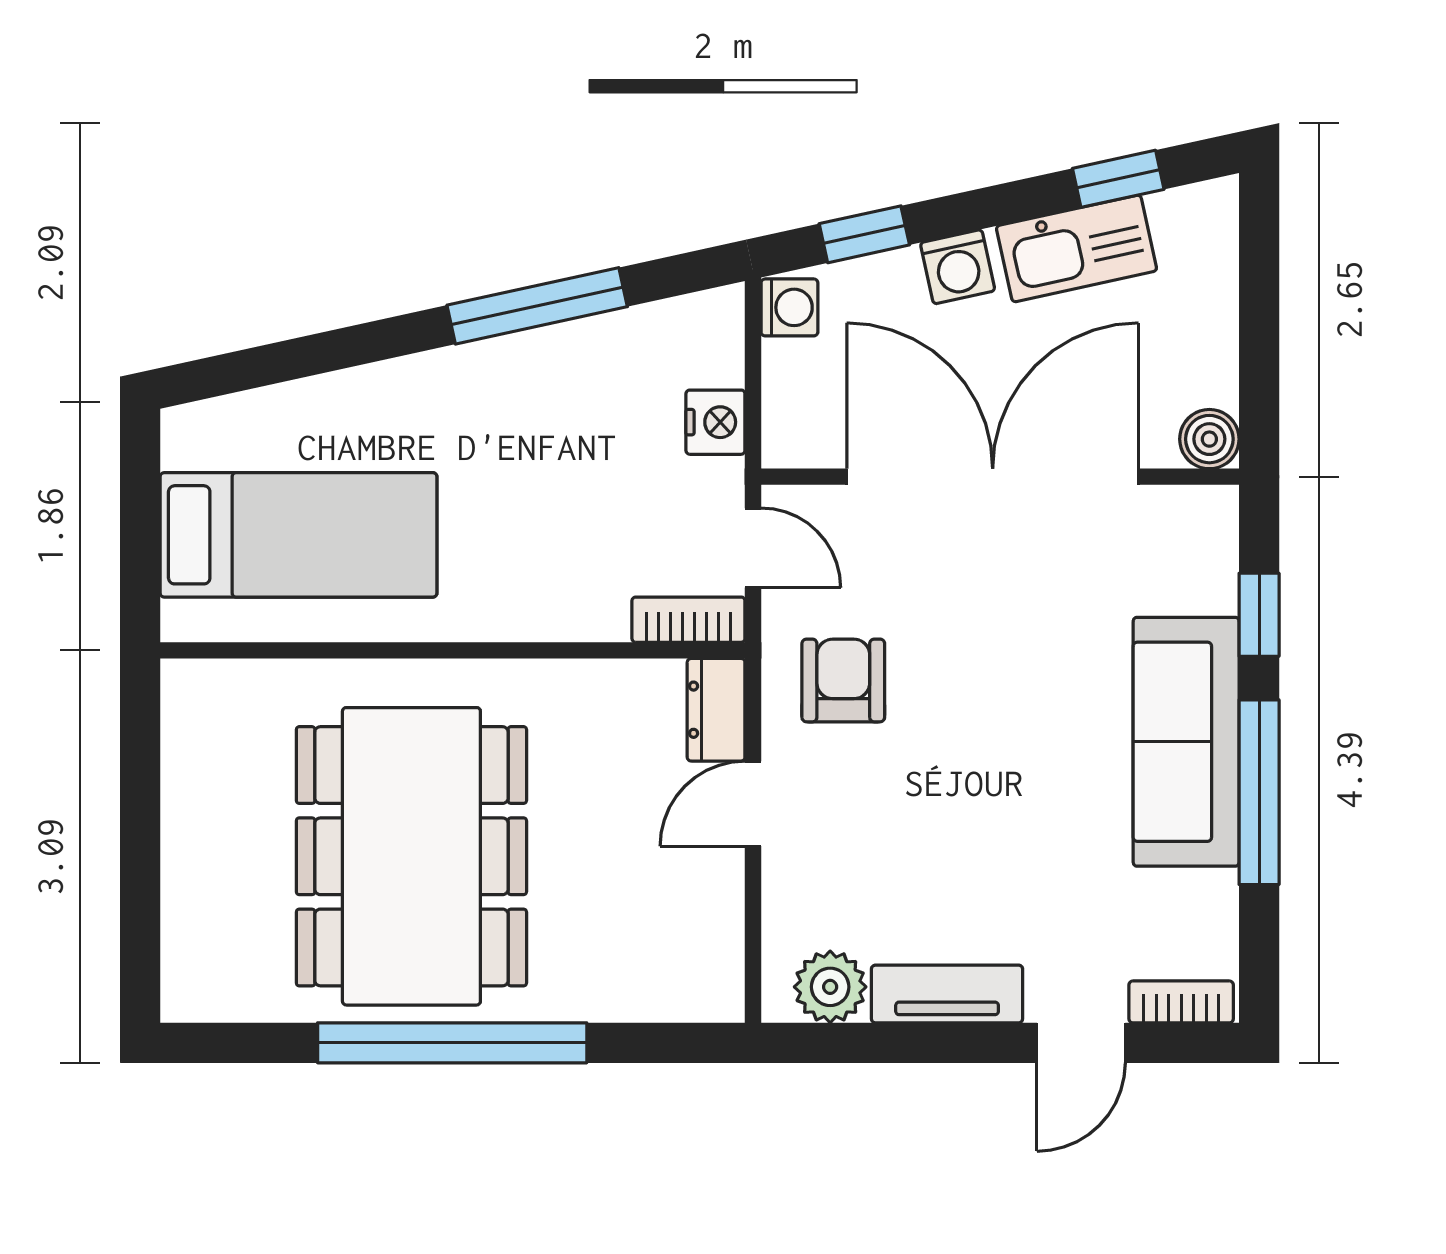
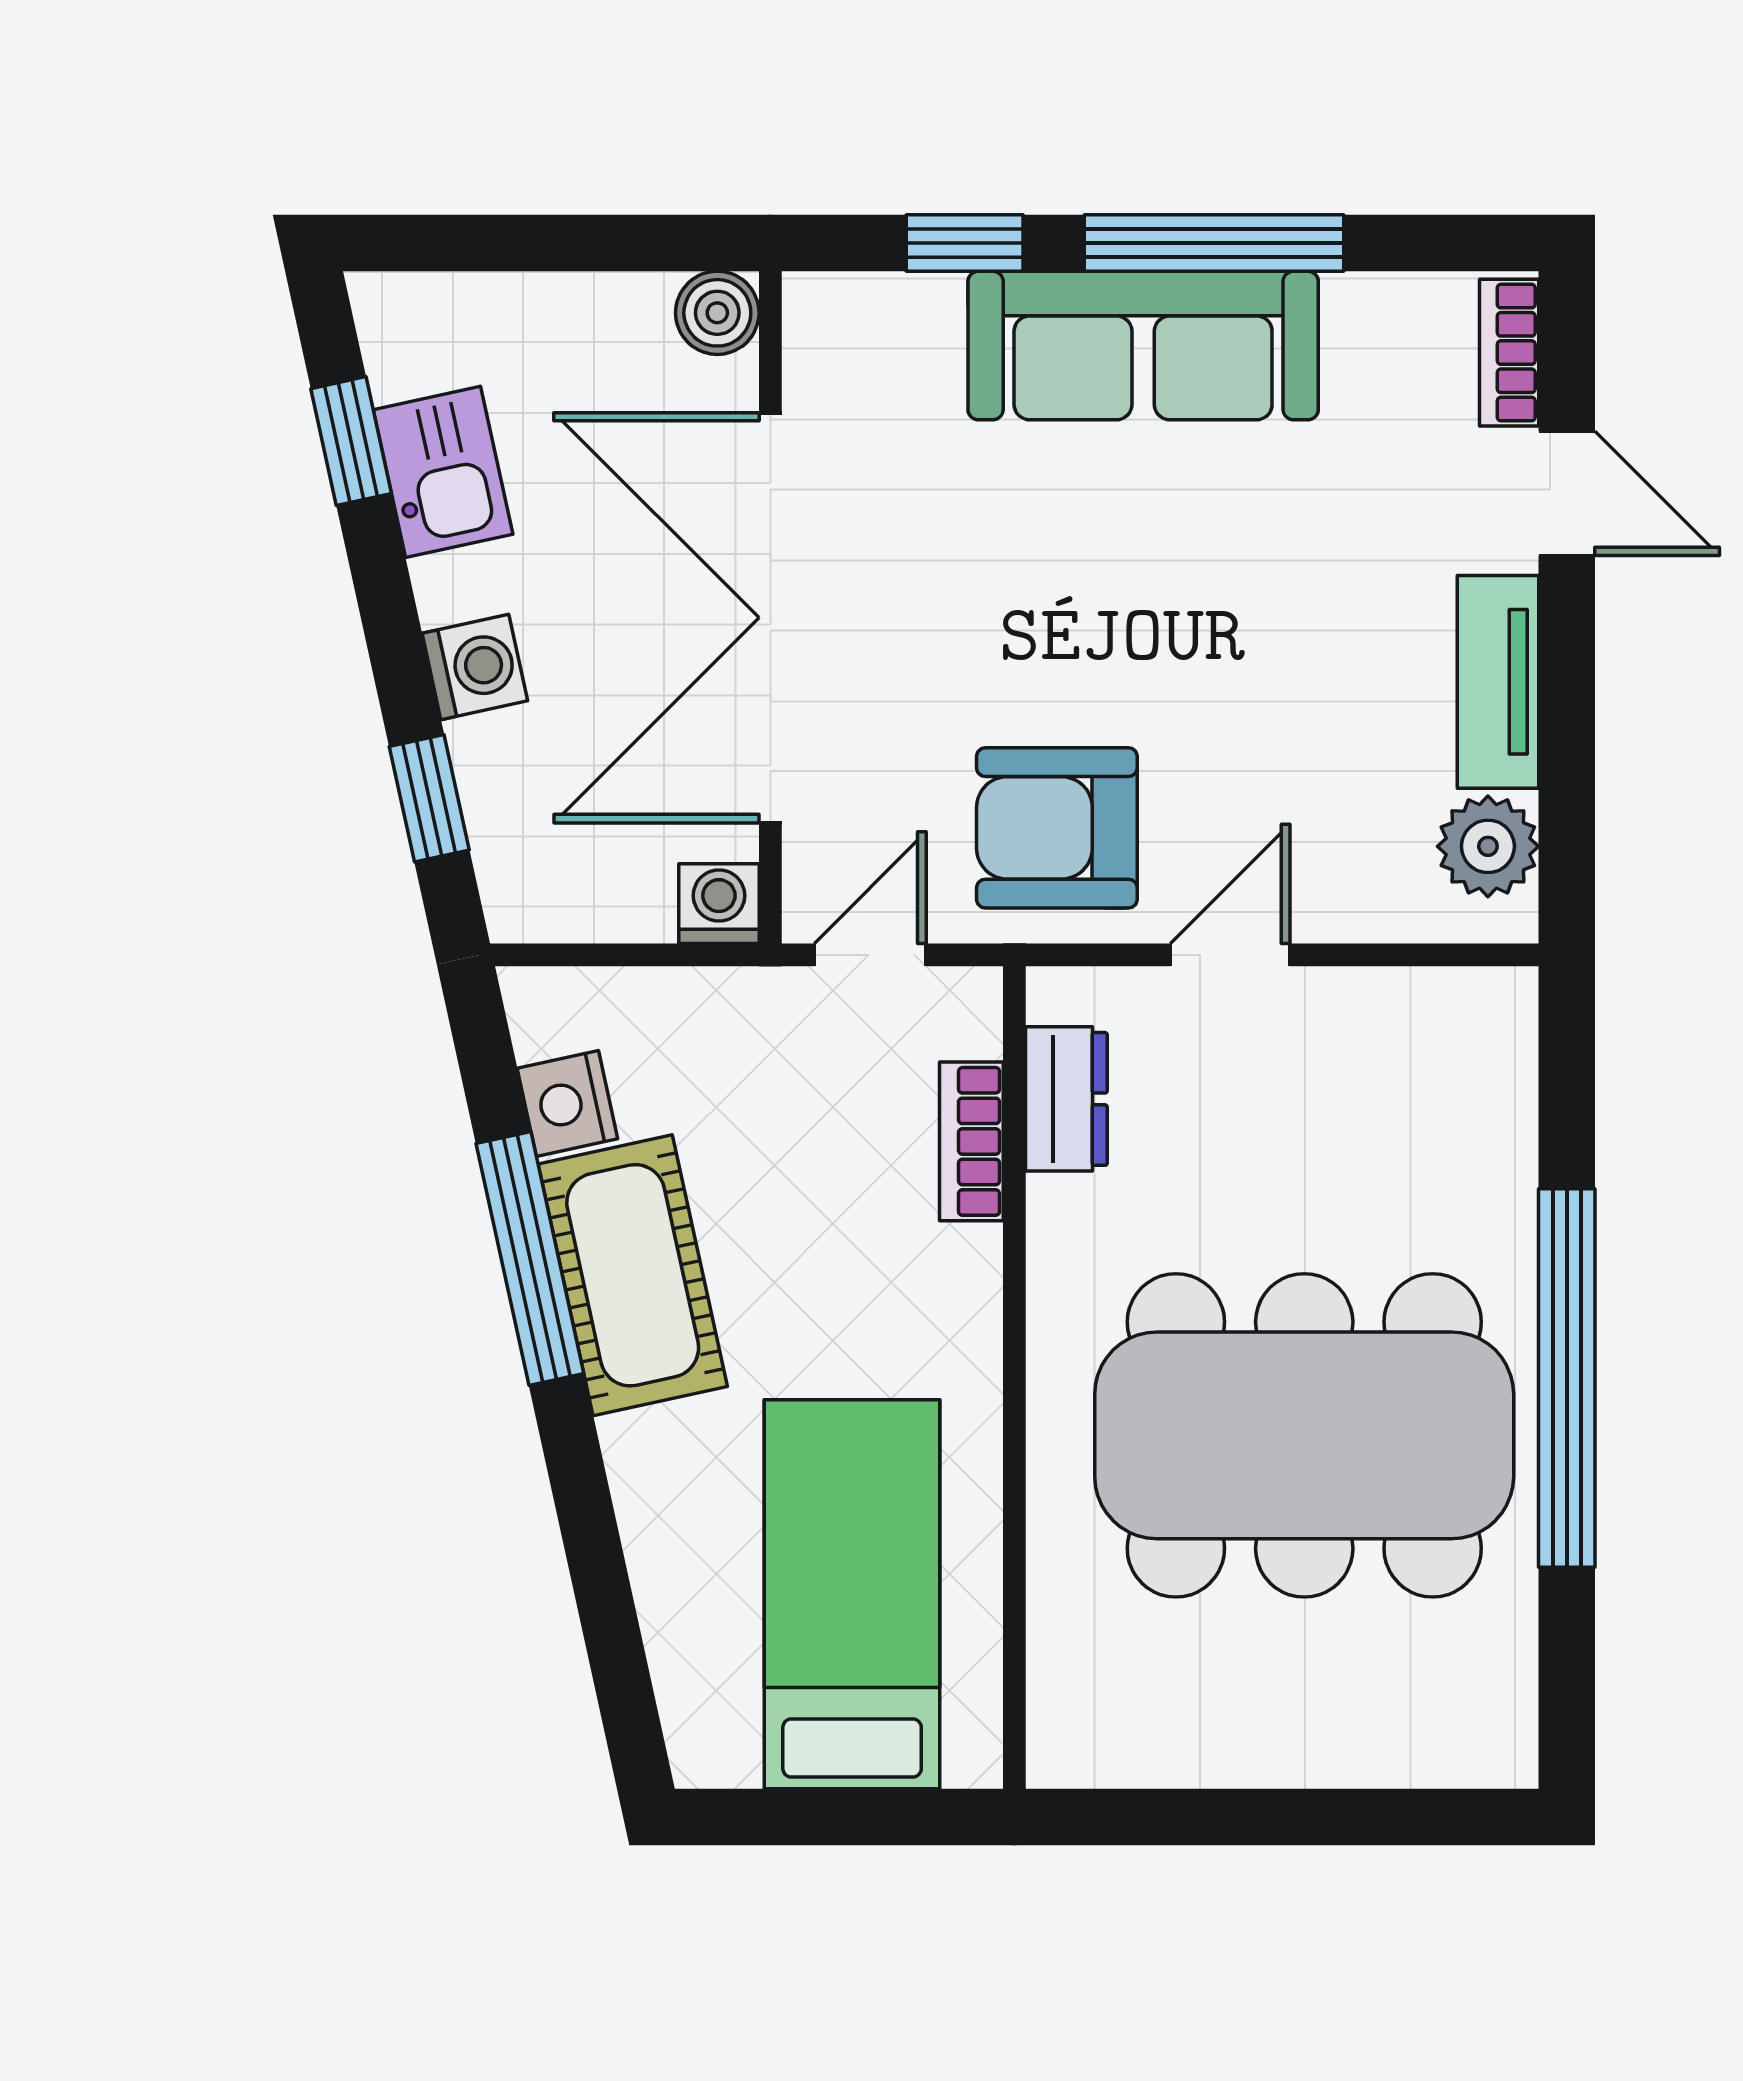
kitchen sink: (1077, 248) -> (443, 472), width x0.73
washing machine: (789, 307) -> (719, 904), moved
cot: (525, 379) -> (633, 1275), added
nightstand: (715, 422) -> (567, 1104), moved, turned -102
bookcase: (688, 620) -> (971, 1141), moved
armchair: (843, 680) -> (1057, 828), width x1.38, depth x1.38
dresser: (716, 710) -> (1066, 1099), moved, turned -90
door: (753, 804) -> (1230, 955), swing flipped

